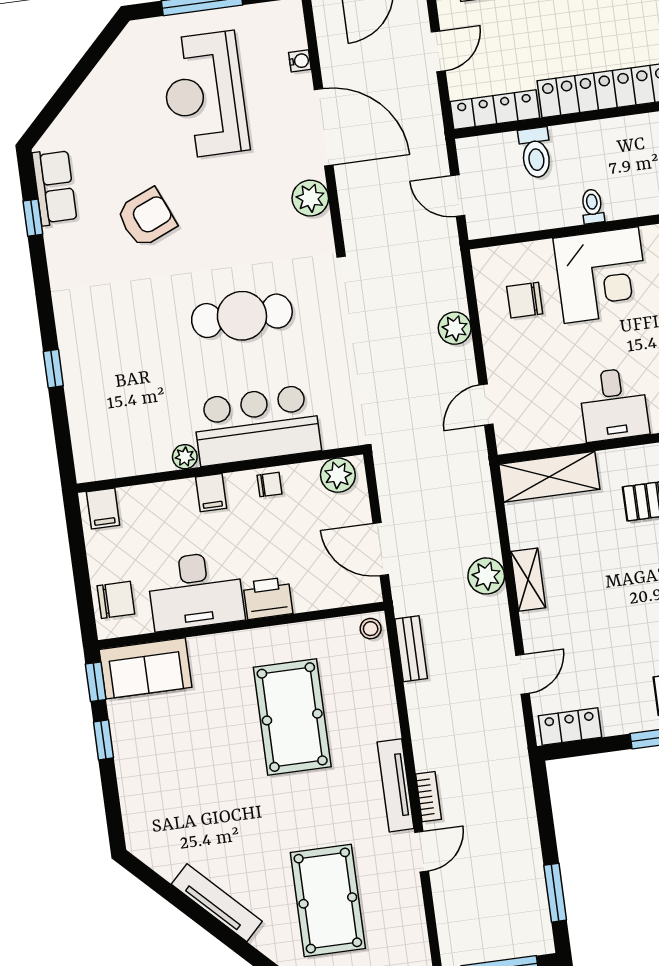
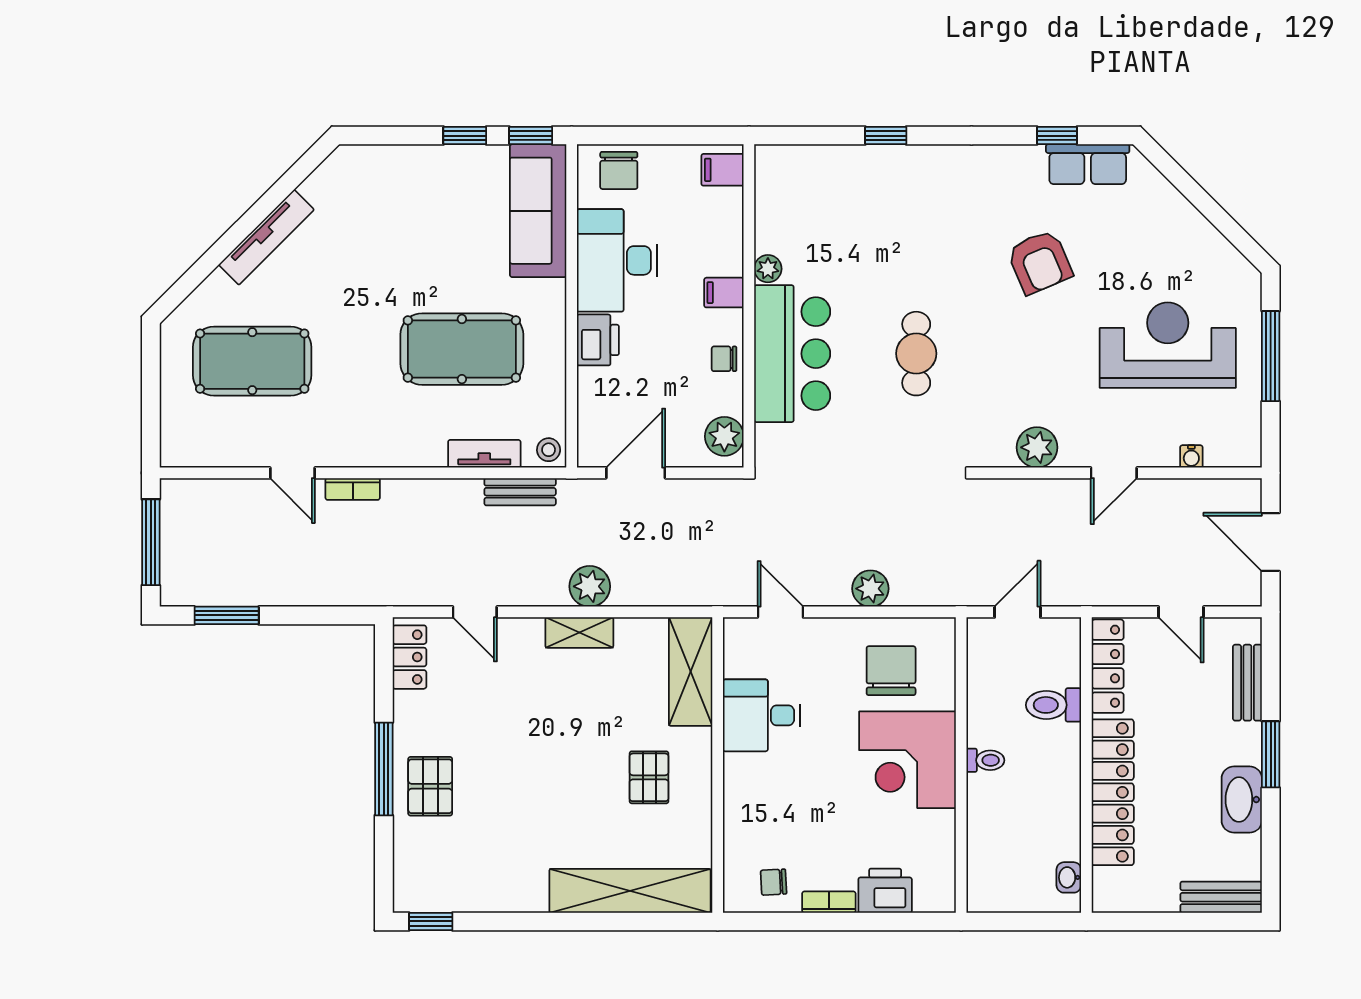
door: (324, 127) -> (1114, 473), width x0.53
chair: (525, 300) -> (891, 671), width x1.37, depth x1.37
cafe table: (242, 316) -> (916, 354), width x0.73, depth x0.74
desk: (614, 404) -> (762, 715), moved
chair: (270, 485) -> (724, 359), turned 90
sofa: (145, 668) -> (538, 211), width x1.36
tv unit: (395, 785) -> (484, 454), moved, width x0.71

